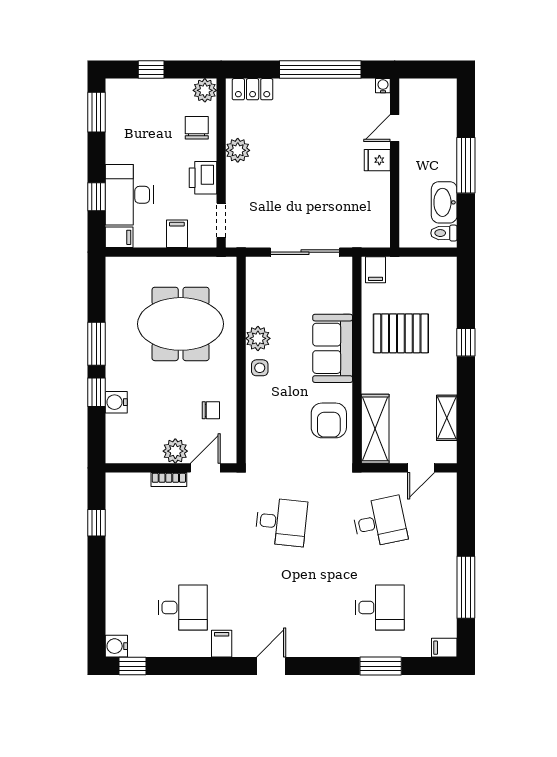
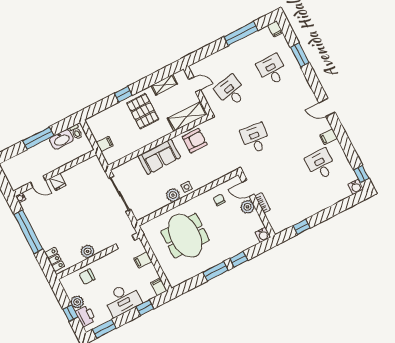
plant: (205, 90) -> (77, 302), moved
printer: (203, 178) -> (86, 316), moved, turned -90
desk: (129, 195) -> (122, 299), moved
filing cabinet: (376, 270) -> (105, 144), moved
pallet: (401, 333) -> (143, 111), moved
water cooler: (116, 402) -> (263, 235), moved

